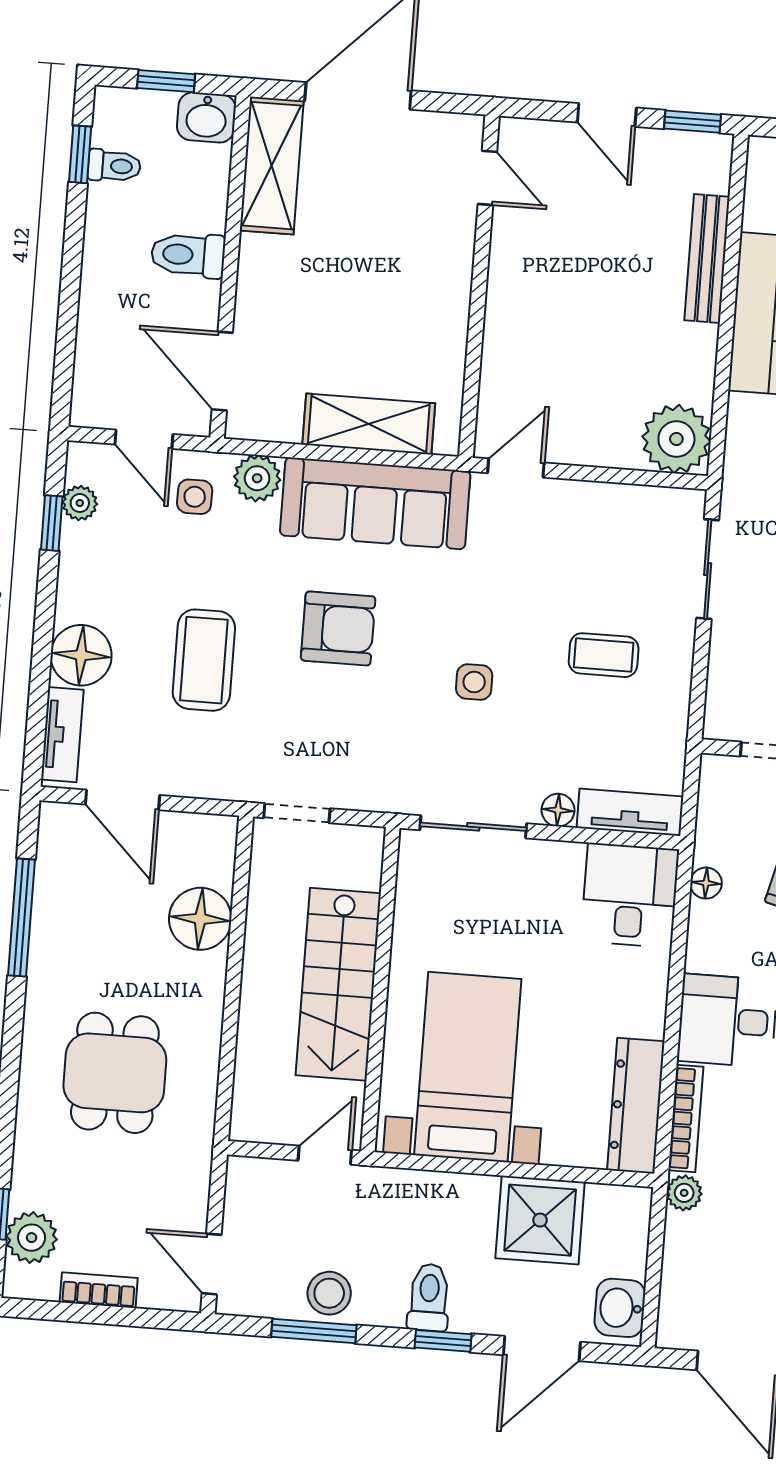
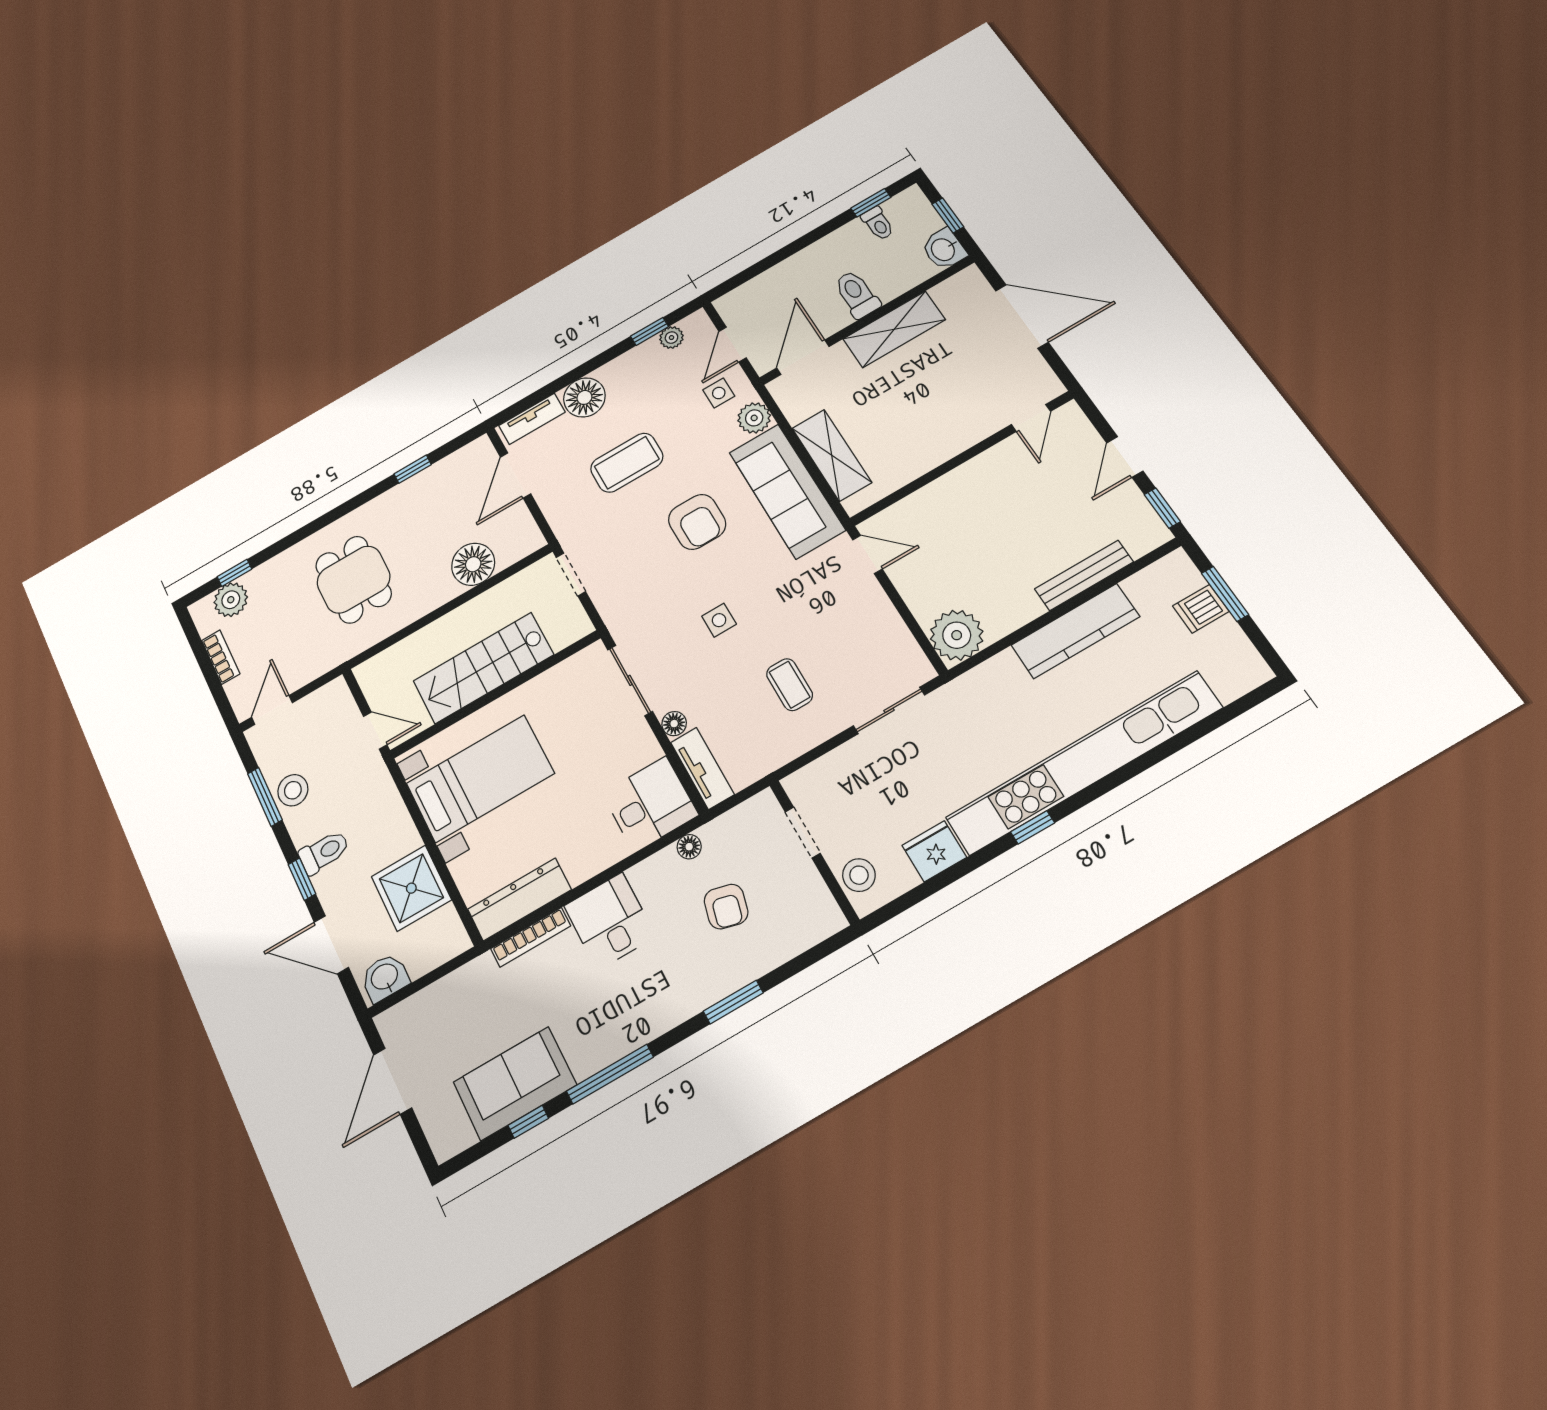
shelving: (272, 166) -> (894, 329), moved
window: (21, 917) -> (413, 469), width x0.46
dining table: (115, 1073) -> (353, 580), turned 90
plant: (684, 1193) -> (482, 969), removed

